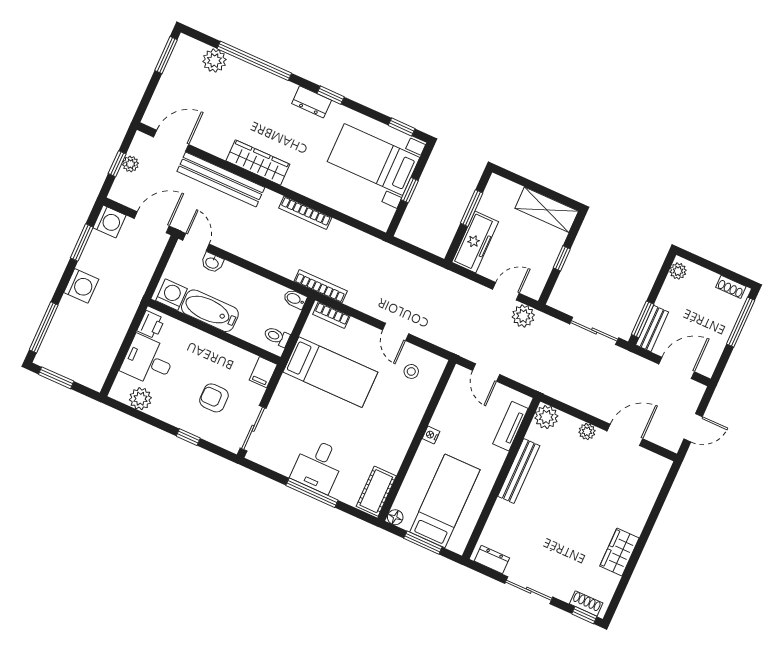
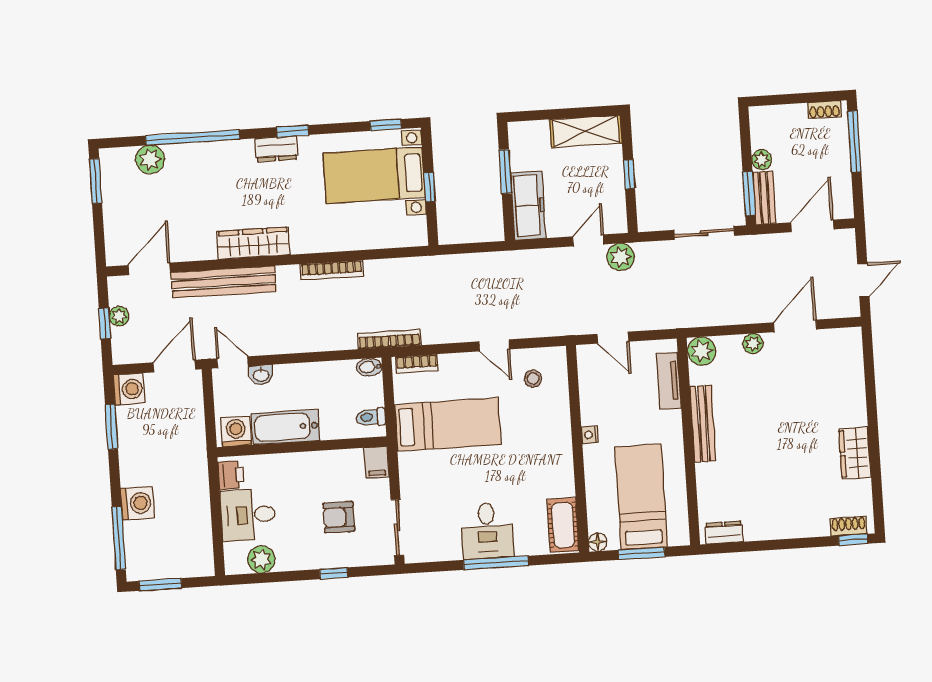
plant: (678, 271) -> (762, 160), moved
washing machine: (81, 286) -> (137, 503), moved
sliding door: (529, 590) -> (780, 544), removed

